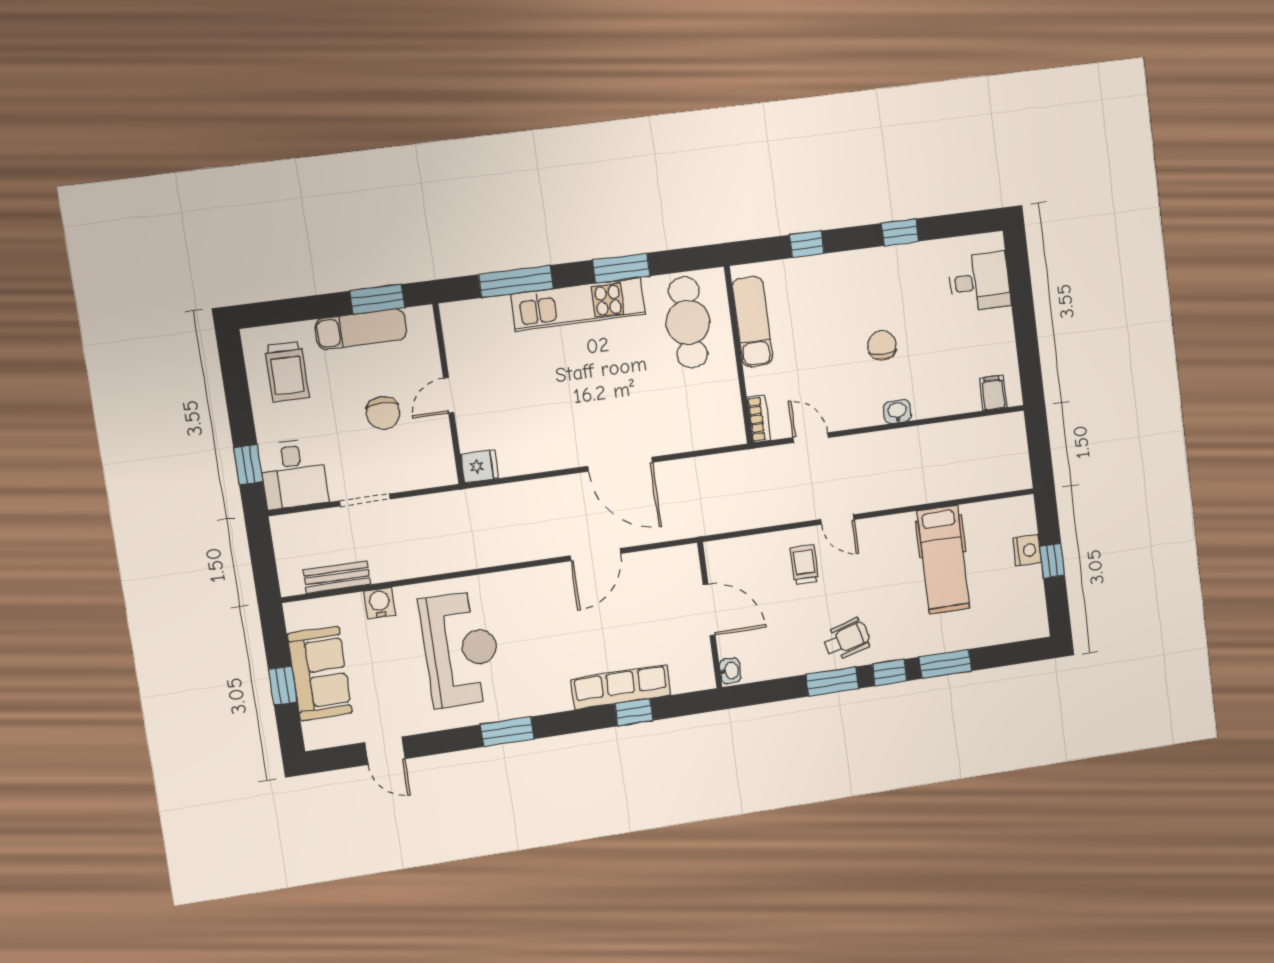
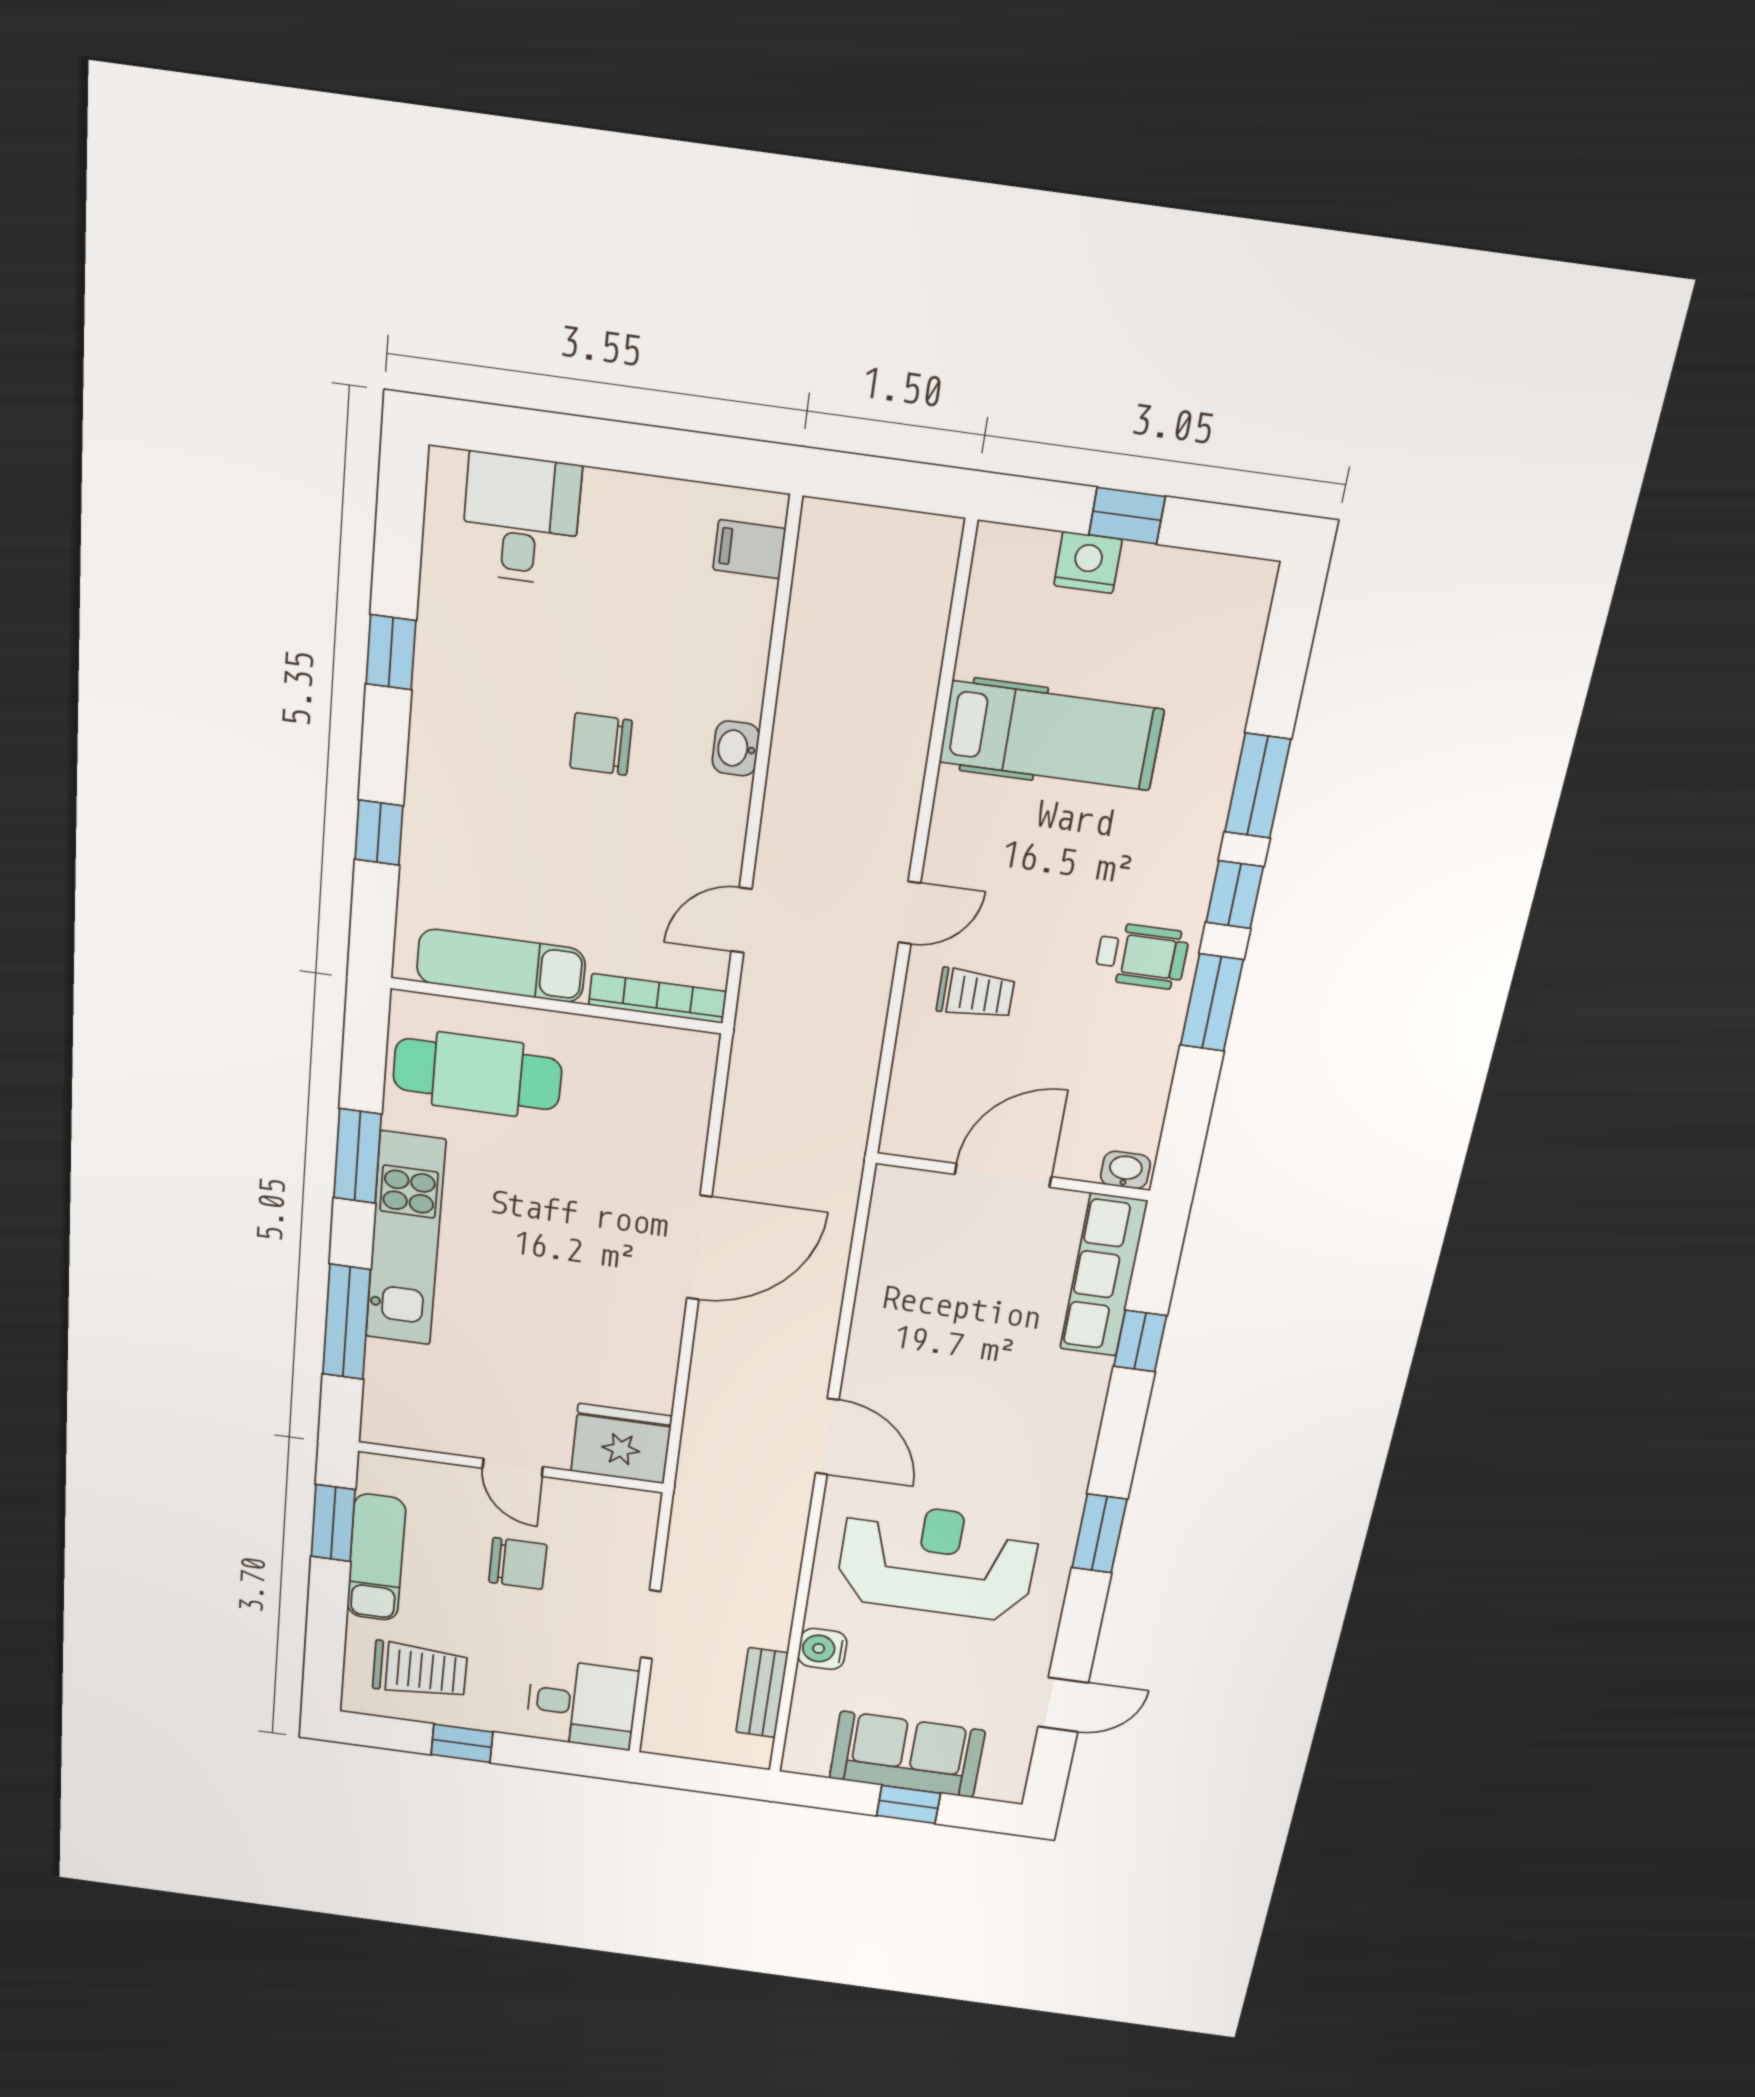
bookcase: (759, 419) -> (657, 998), width x1.56
window: (248, 465) -> (462, 1743), moved
fridge: (480, 466) -> (621, 1444), width x1.88, depth x1.34
door: (596, 555) -> (827, 1437), moved
trolley: (804, 565) -> (975, 994), turned 180
wheelchair: (847, 639) -> (1142, 956), turned 106
row of seats: (621, 687) -> (1103, 1275), moved

